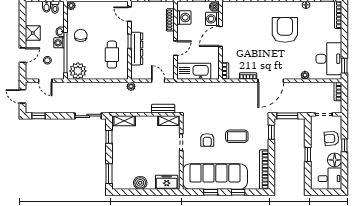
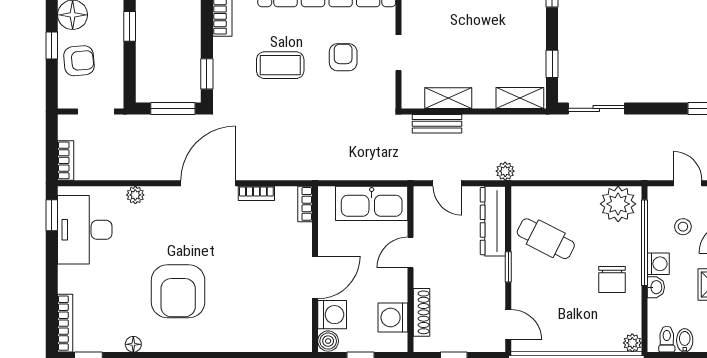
dresser: (137, 49) -> (493, 221), moved
cafe table: (112, 55) -> (546, 239), turned -63
shelving: (169, 121) -> (448, 98), moved

